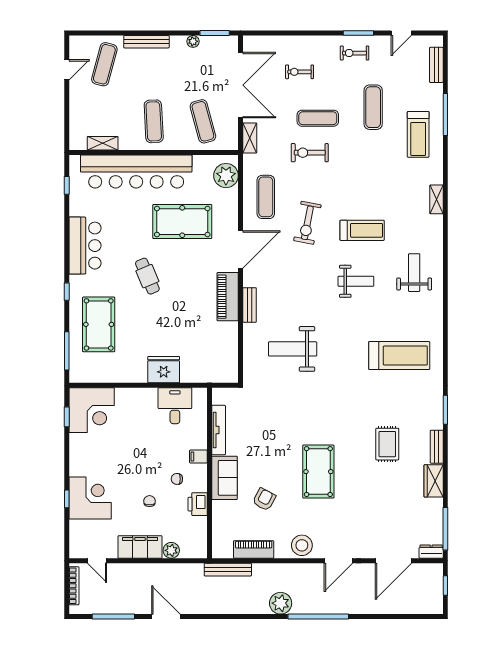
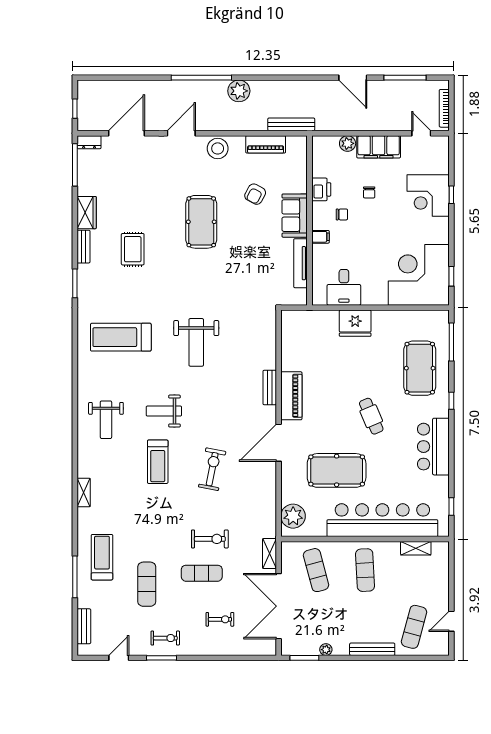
exercise mat: (266, 197) -> (254, 495), removed
treadmill: (362, 230) -> (158, 462), turned -90
weight bench: (293, 349) -> (196, 342), moved, turned 90
corner desk: (92, 410) -> (419, 275), width x1.36, depth x1.36

